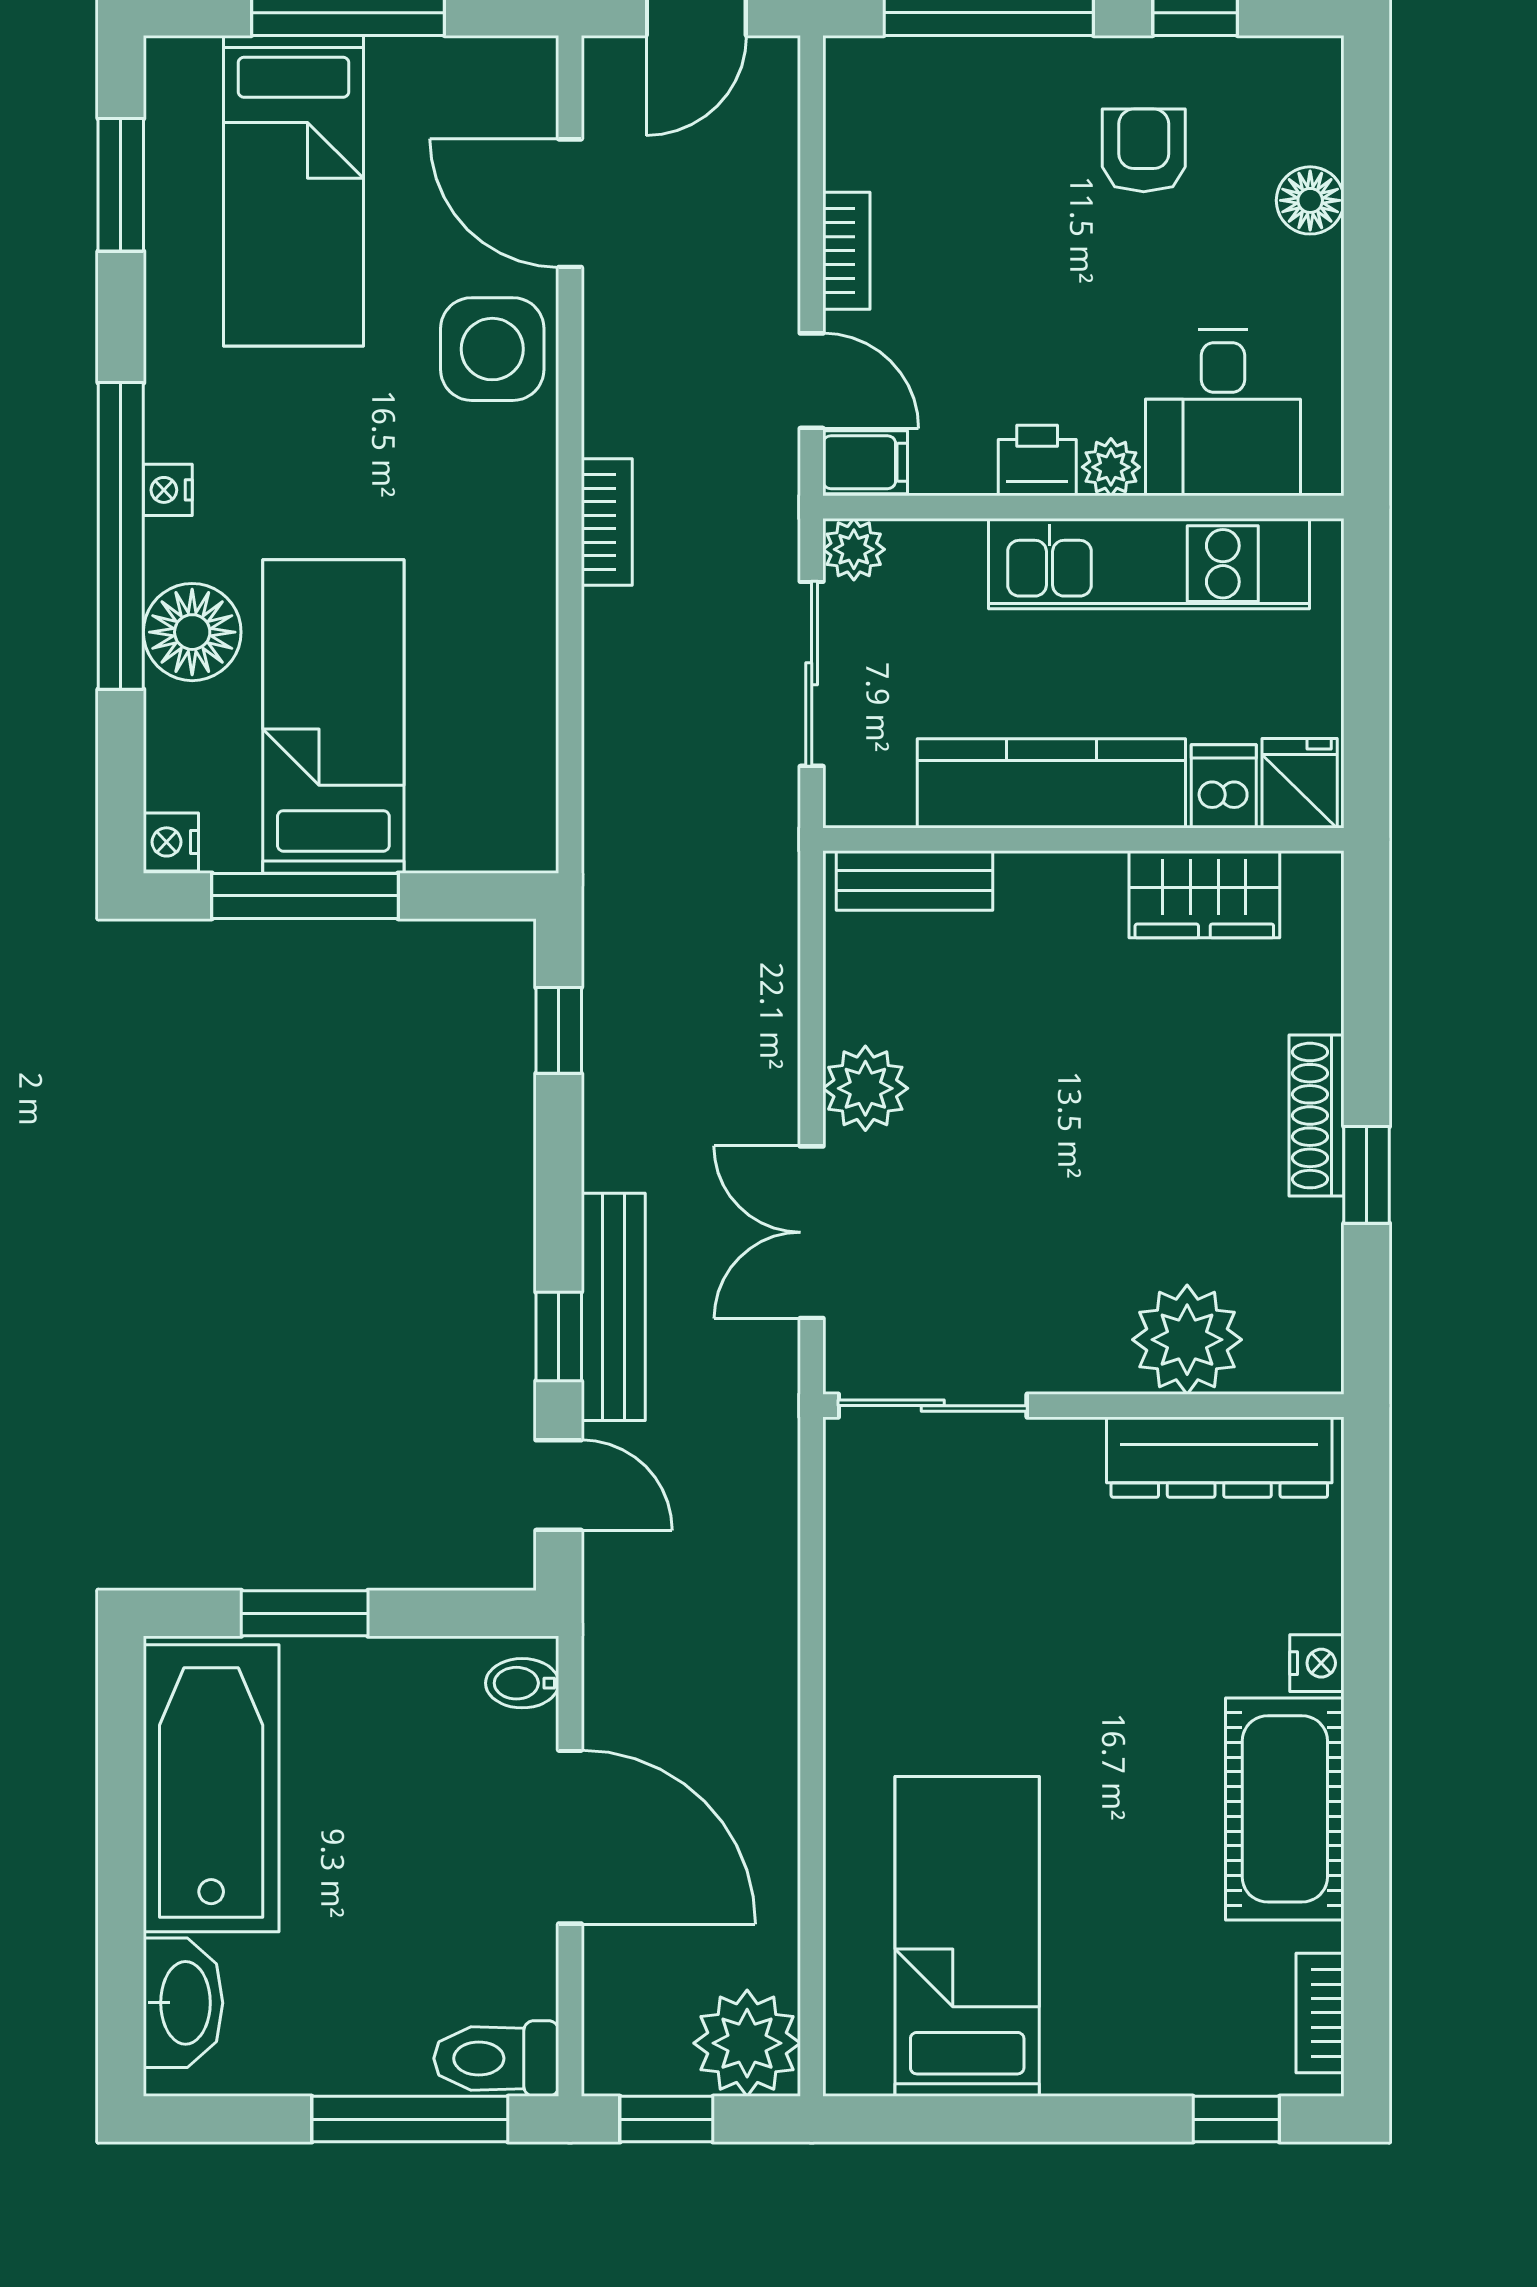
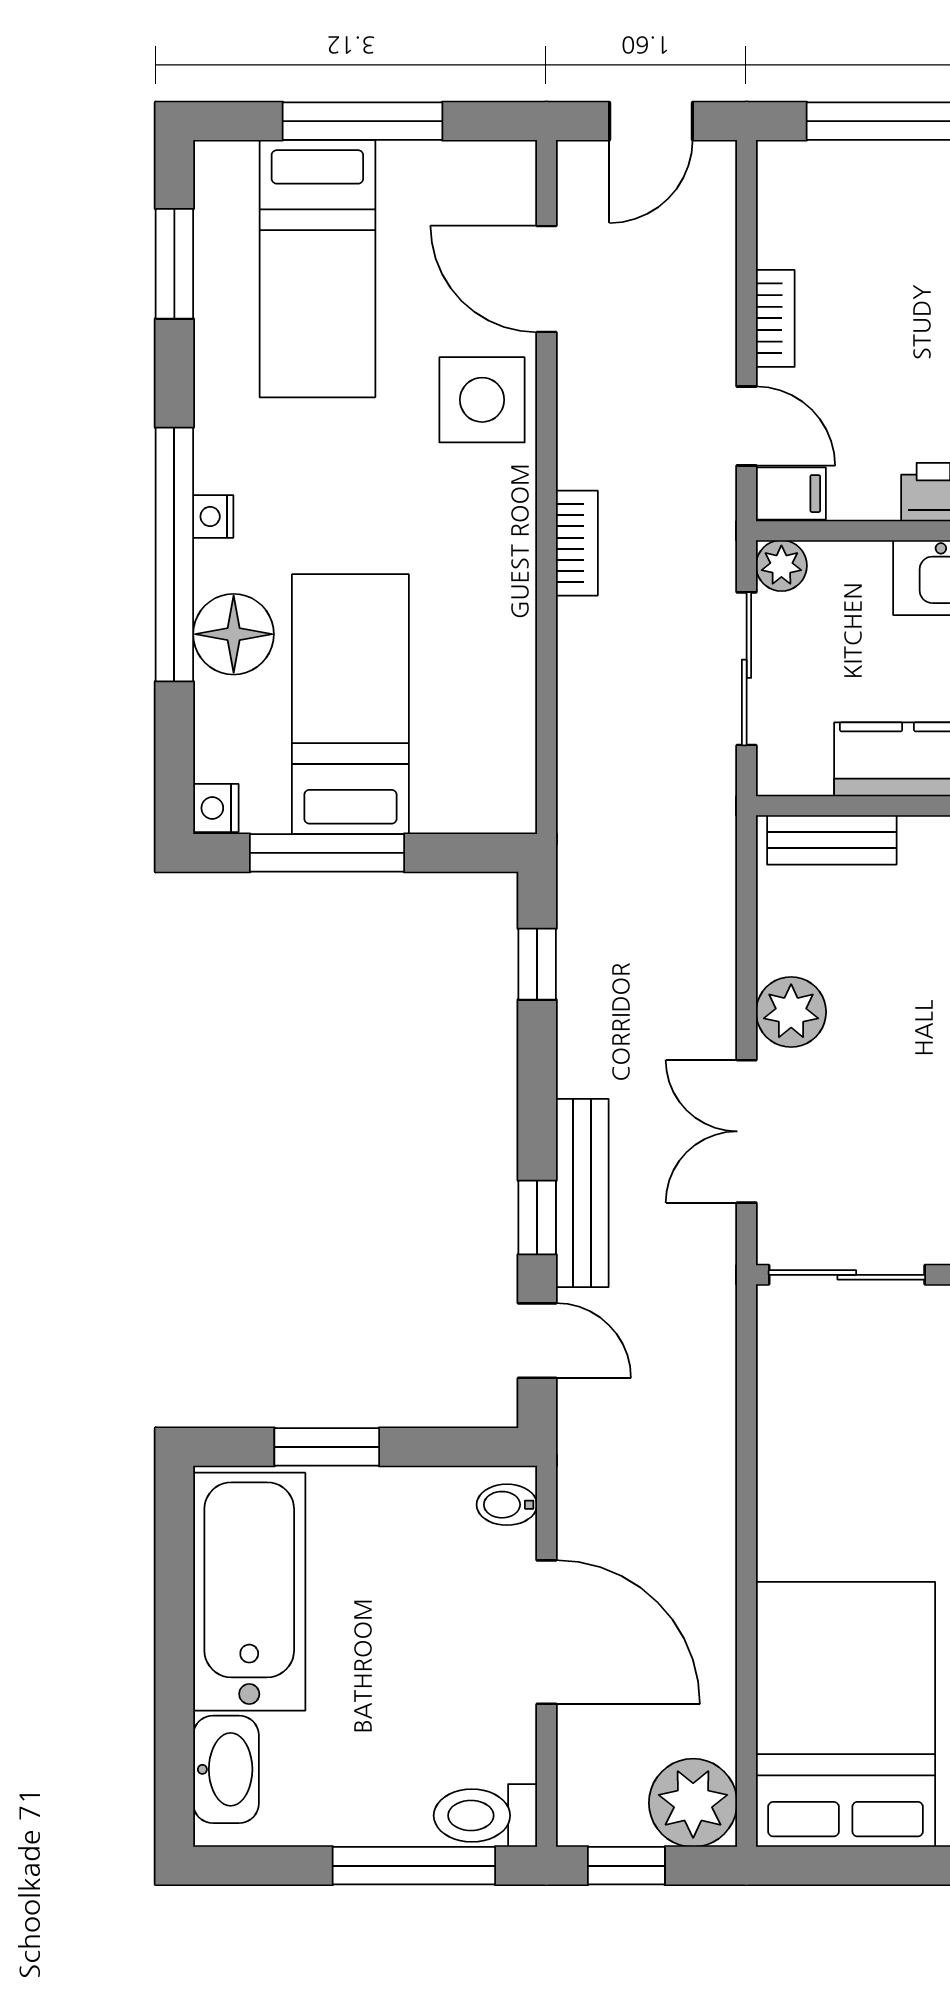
bed: (967, 1936) -> (846, 1714), width x1.50

